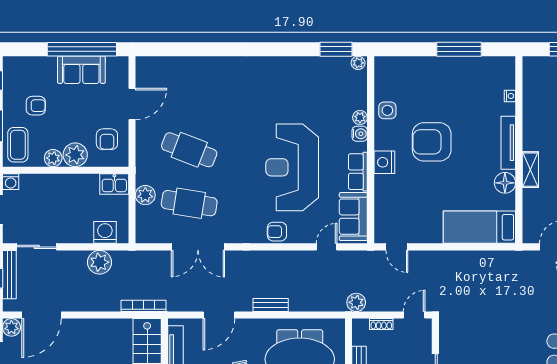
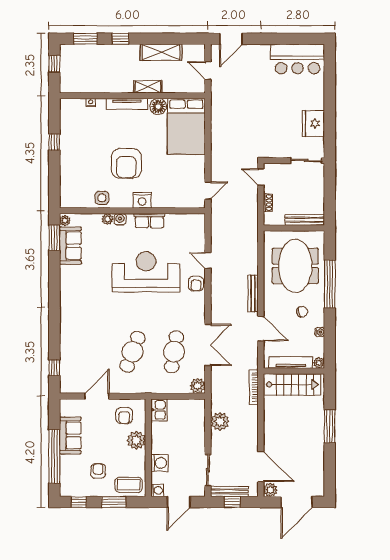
window: (82, 49) -> (54, 456), moved
window: (169, 49) -> (54, 368), added
window: (459, 49) -> (54, 142), width x0.46
door: (132, 104) -> (97, 396), hinge flipped
armchair: (107, 139) -> (124, 416), turned 90
plant: (53, 158) -> (139, 457), removed
reception desk: (292, 167) -> (146, 272), turned 180
plant: (145, 195) -> (198, 386), moved
sofa: (353, 217) -> (70, 246), moved, turned -90
bed: (479, 227) -> (186, 126), width x1.50
washing machine: (105, 232) -> (160, 463), moved, turned 180
door: (327, 247) -> (208, 261), moved
plant: (356, 302) -> (251, 222), removed
bench: (271, 305) -> (253, 293), width x1.36

